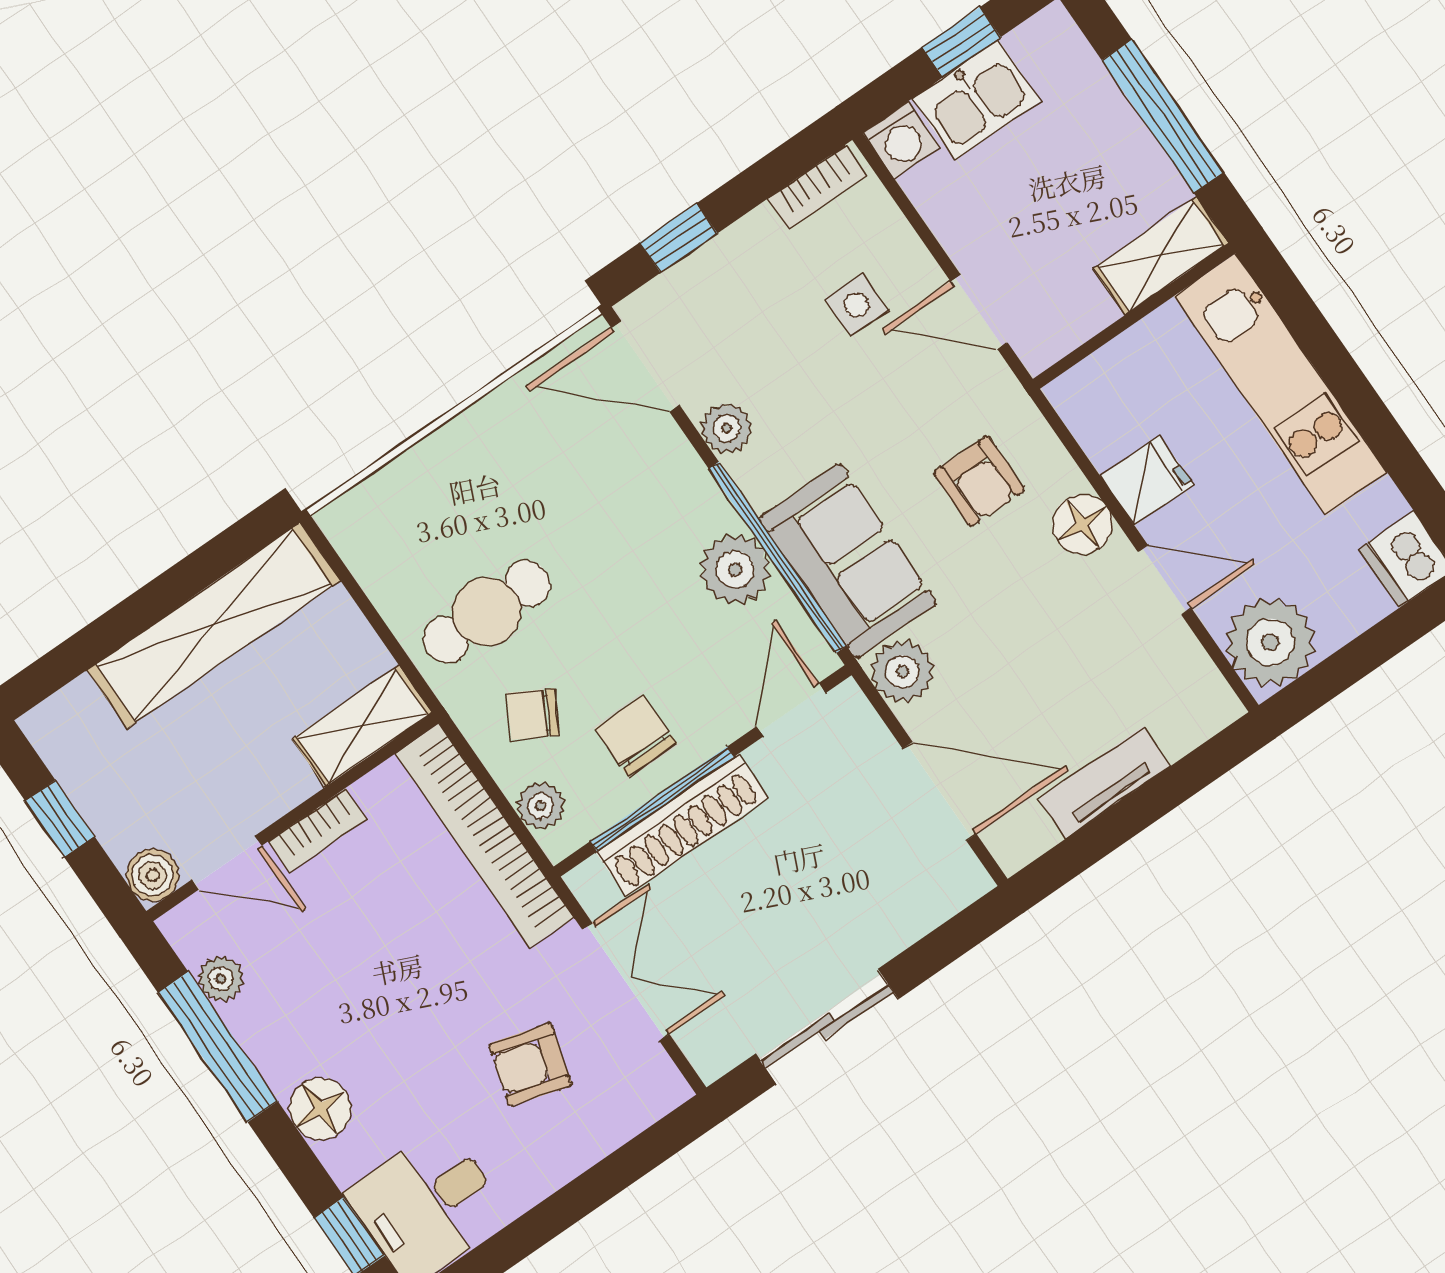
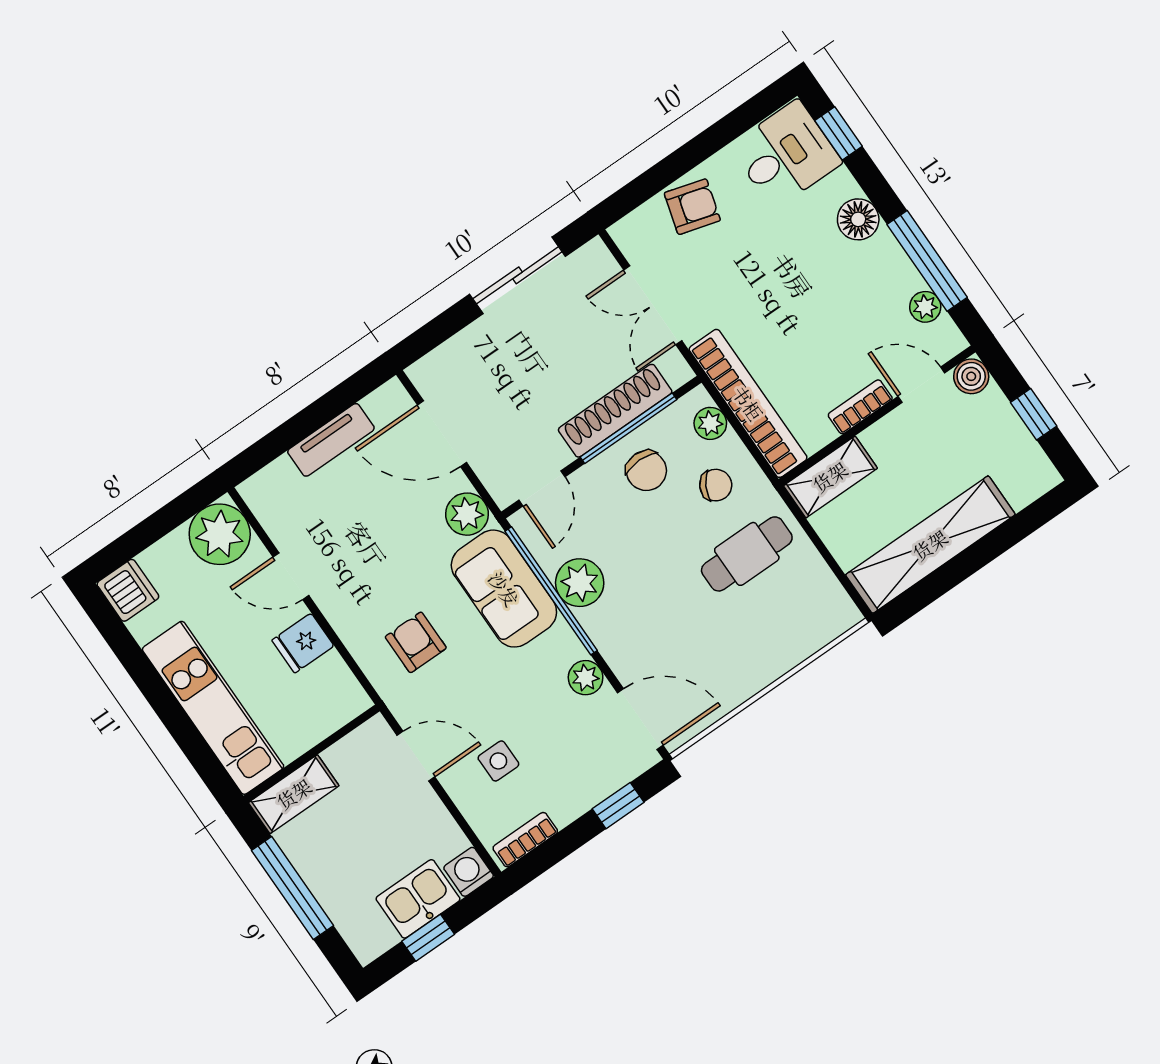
floor lamp: (1082, 524) -> (346, 614), removed
armchair: (530, 1065) -> (692, 207), moved

